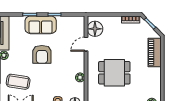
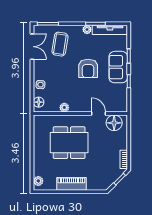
piano: (155, 53) -> (71, 184), moved
armchair: (42, 54) -> (88, 68), turned -90
dining table: (114, 73) -> (69, 143), width x1.38

